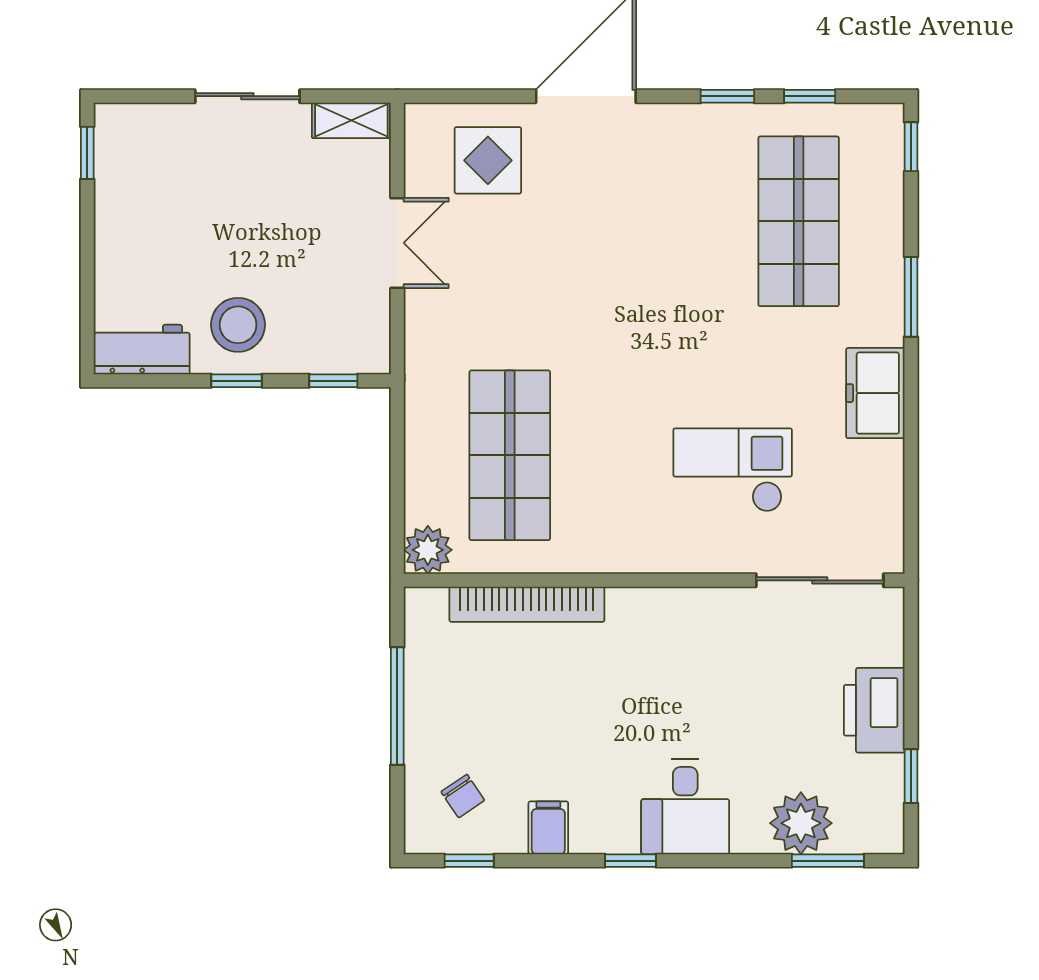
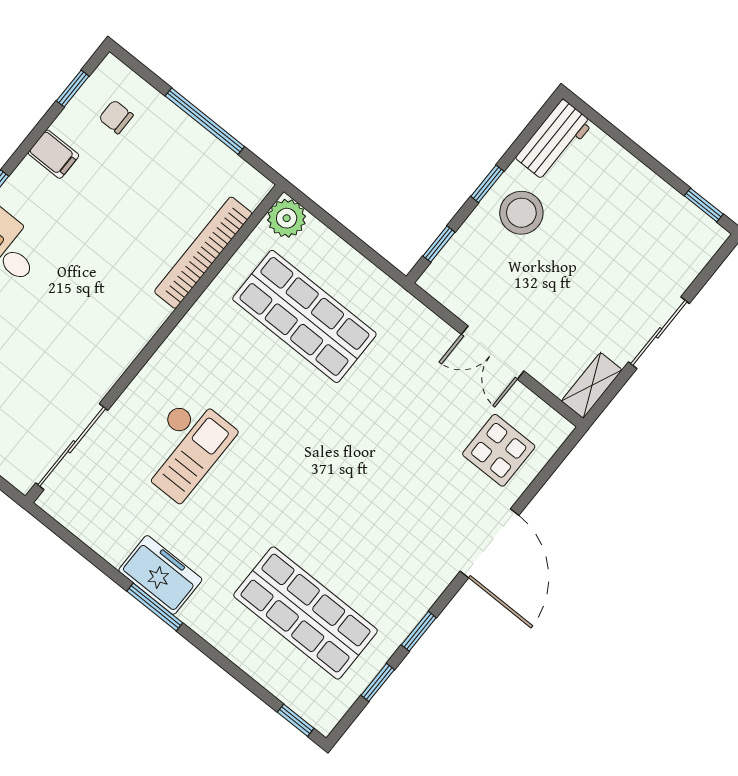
window: (911, 297) -> (155, 607), moved
chair: (463, 796) -> (116, 117), turned 34

